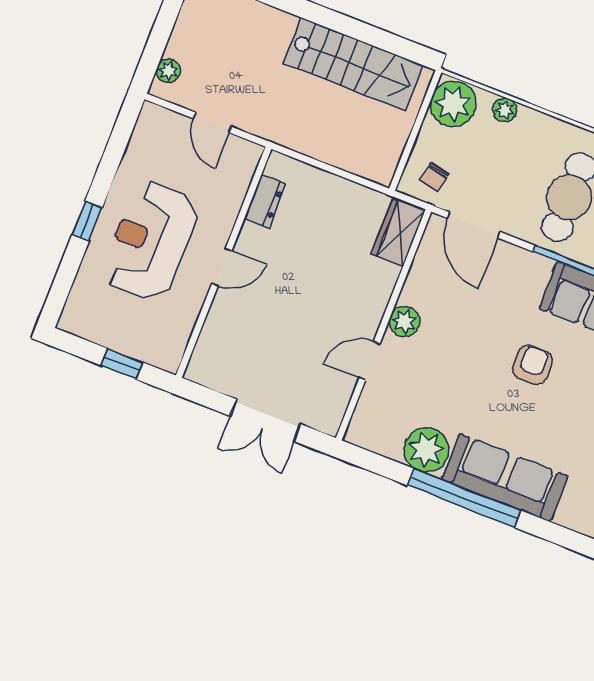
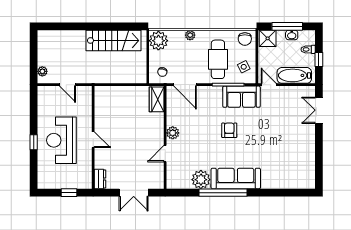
plant: (505, 110) -> (190, 35), moved
dresser: (265, 201) -> (100, 179), moved
door: (222, 267) -> (93, 140), hinge flipped

